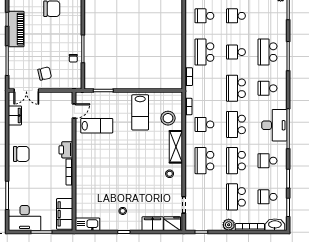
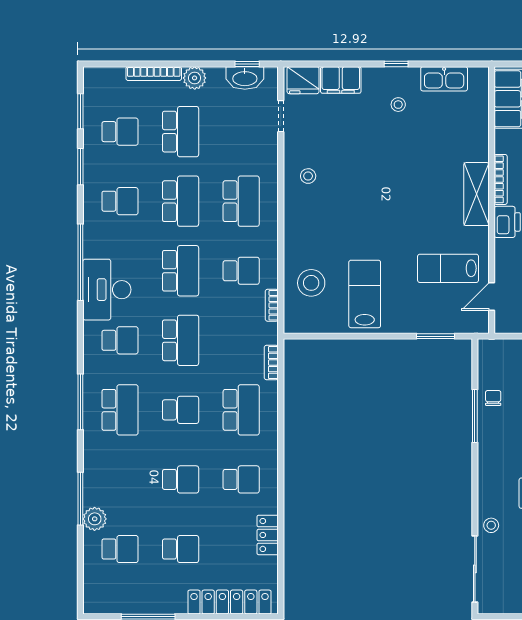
desk: (274, 125) -> (107, 290), moved
shelving: (176, 147) -> (477, 194), moved
kitchen sink: (87, 224) -> (444, 79), moved
washbasin: (275, 225) -> (245, 78), moved

